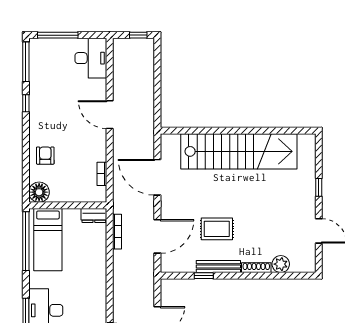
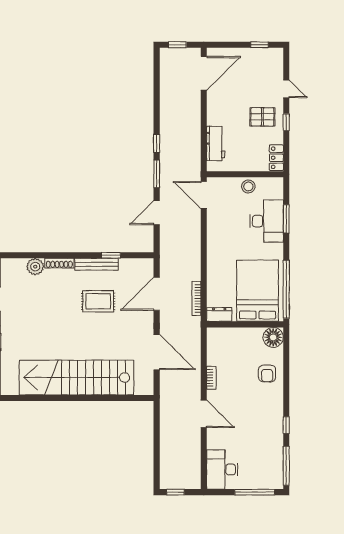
bookcase: (102, 174) -> (211, 378), moved
bed: (48, 240) -> (258, 291), width x1.50

